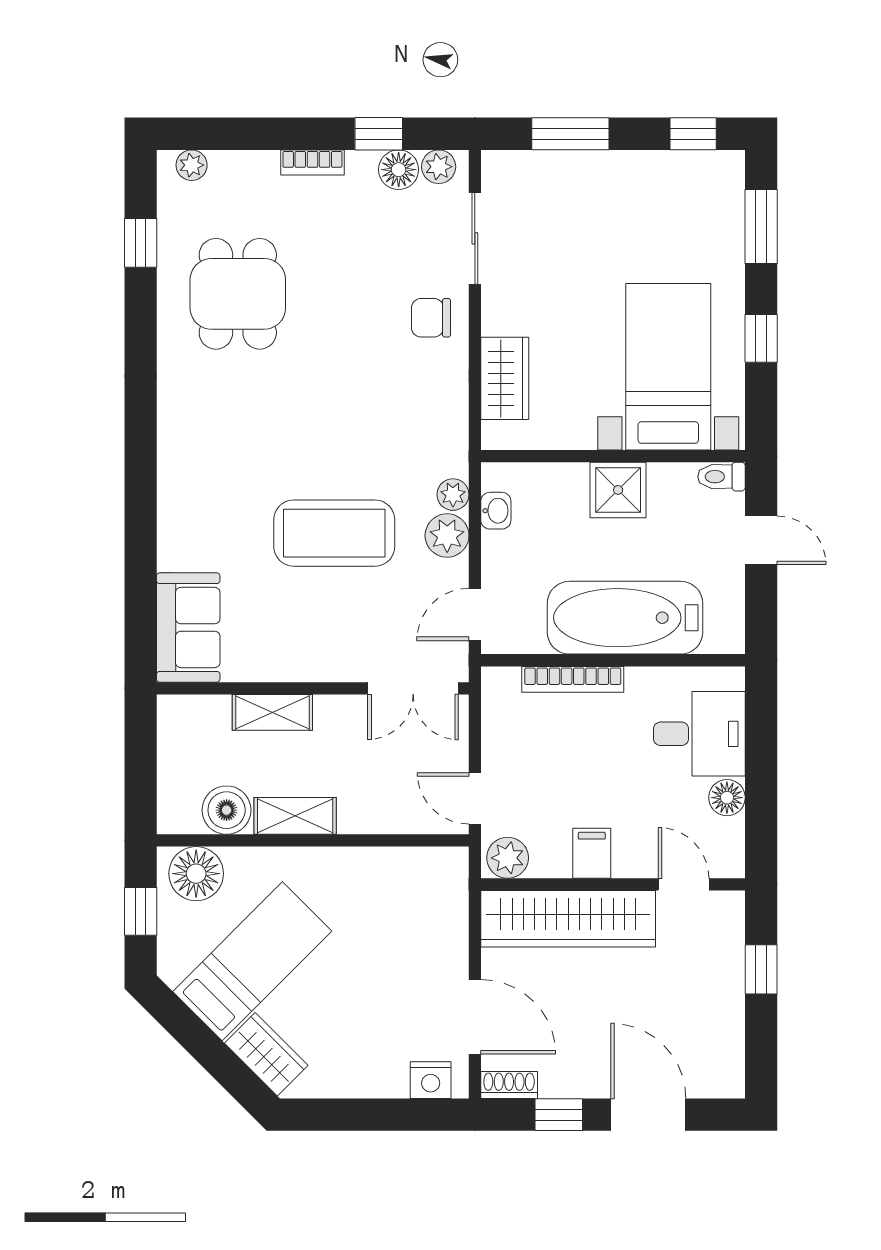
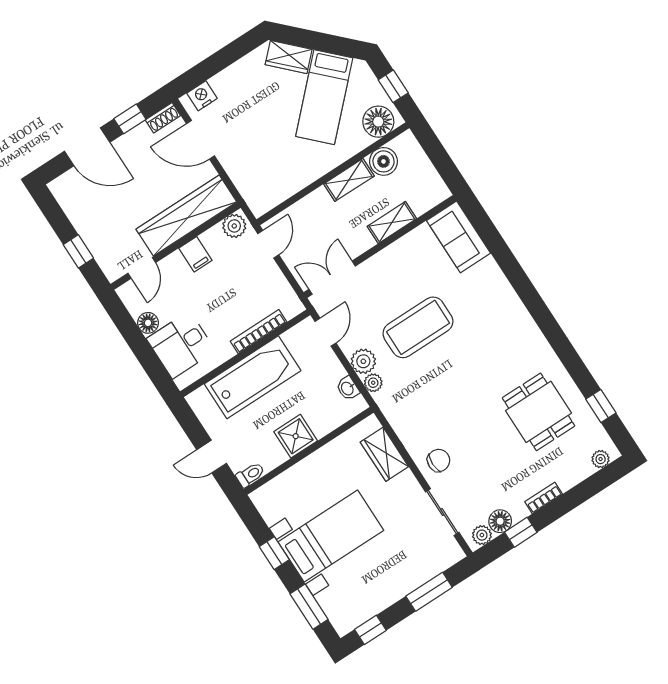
bed with nightstands: (668, 367) -> (331, 536), moved, turned -90
door: (475, 798) -> (268, 244), hinge flipped
door: (684, 884) -> (142, 268), hinge flipped

